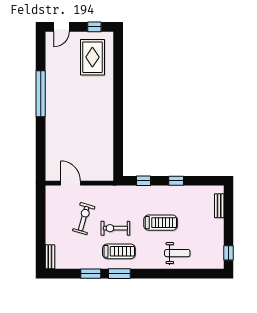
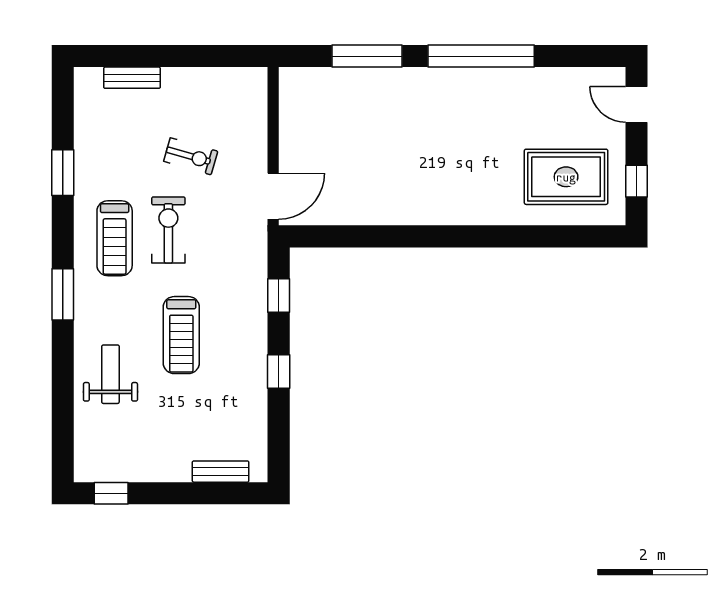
window: (41, 143) -> (367, 56), added
door: (71, 183) -> (273, 196), moved
exercise bike: (84, 219) -> (191, 156), width x0.73, depth x0.72
weight bench: (177, 253) -> (110, 374), turned 180
bench: (50, 257) -> (132, 78), moved
window: (119, 274) -> (63, 294), moved

